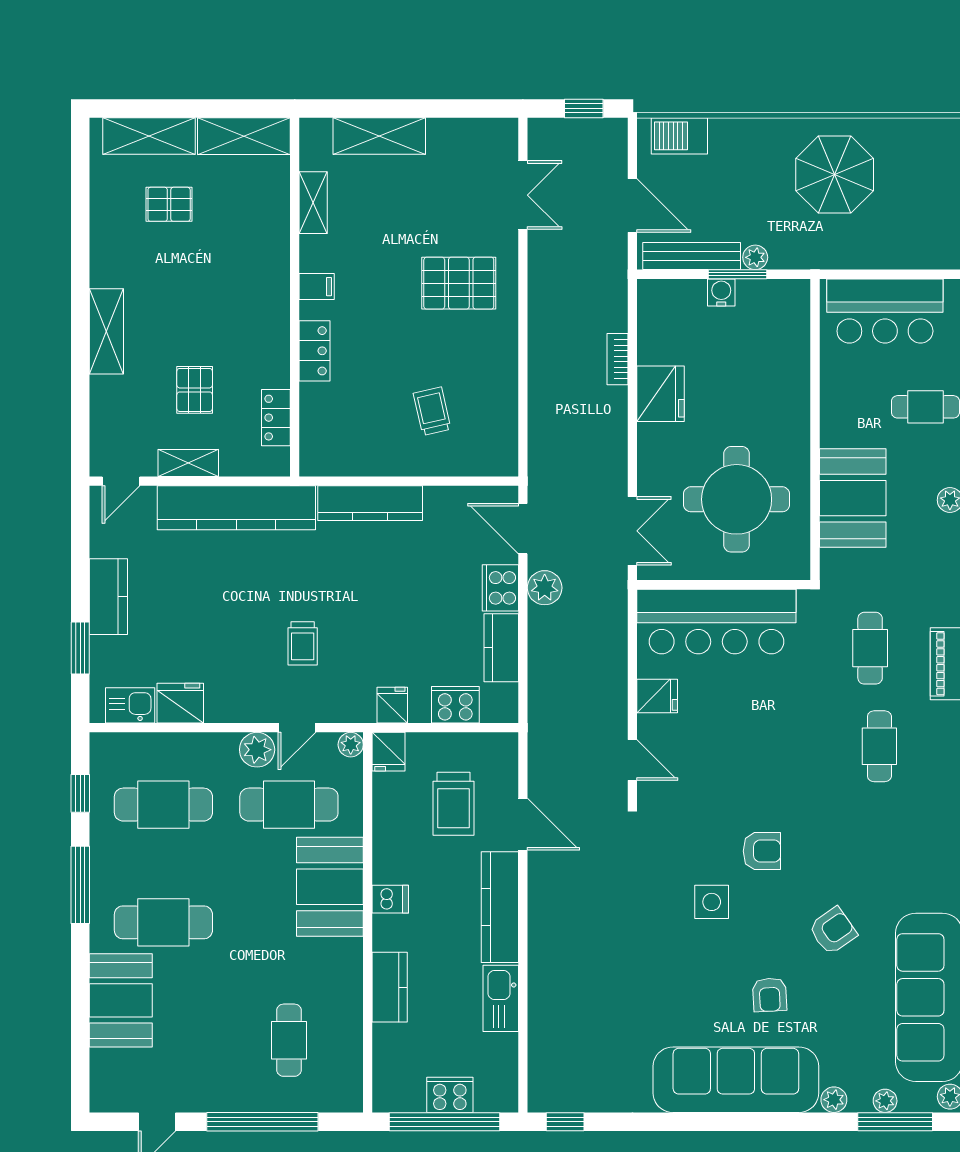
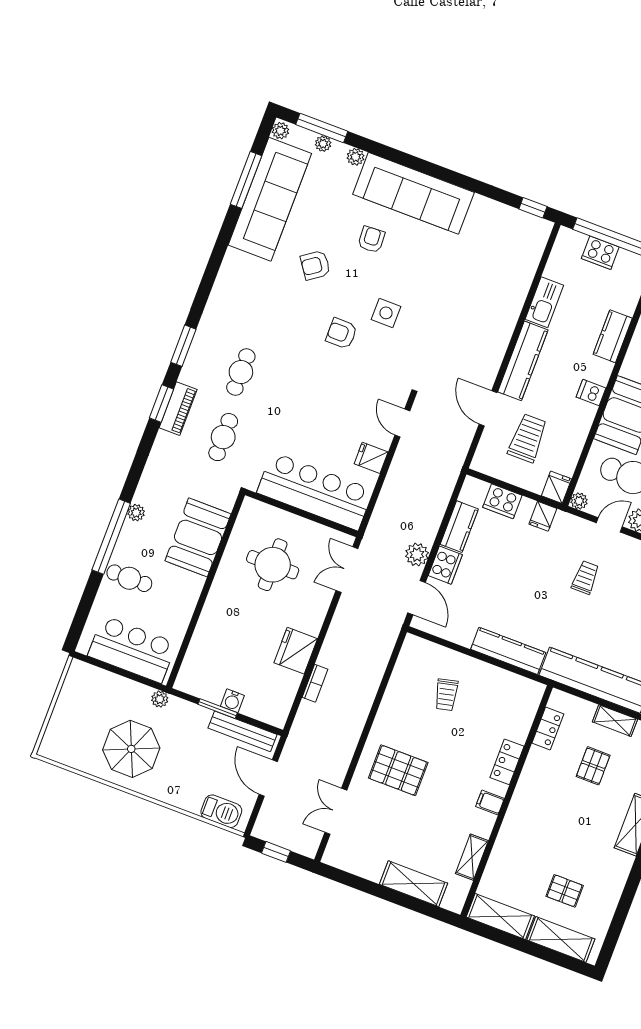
plant: (755, 257) -> (160, 699), moved
round table: (737, 499) -> (273, 565), width x0.73, depth x0.73

